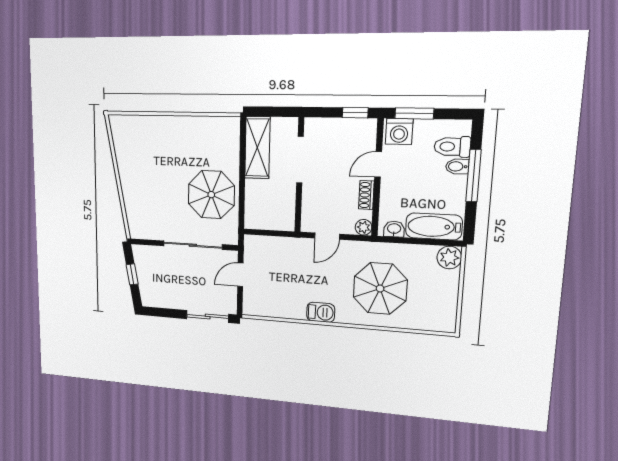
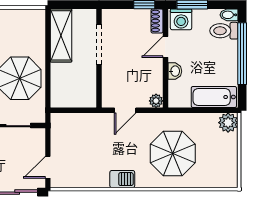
bidet: (457, 166) -> (229, 15), moved
window: (473, 176) -> (242, 54), width x1.46
shoe rack: (366, 195) -> (157, 21), moved
washbasin: (394, 229) -> (175, 71), moved, turned 90
door: (240, 275) -> (48, 167), moved

